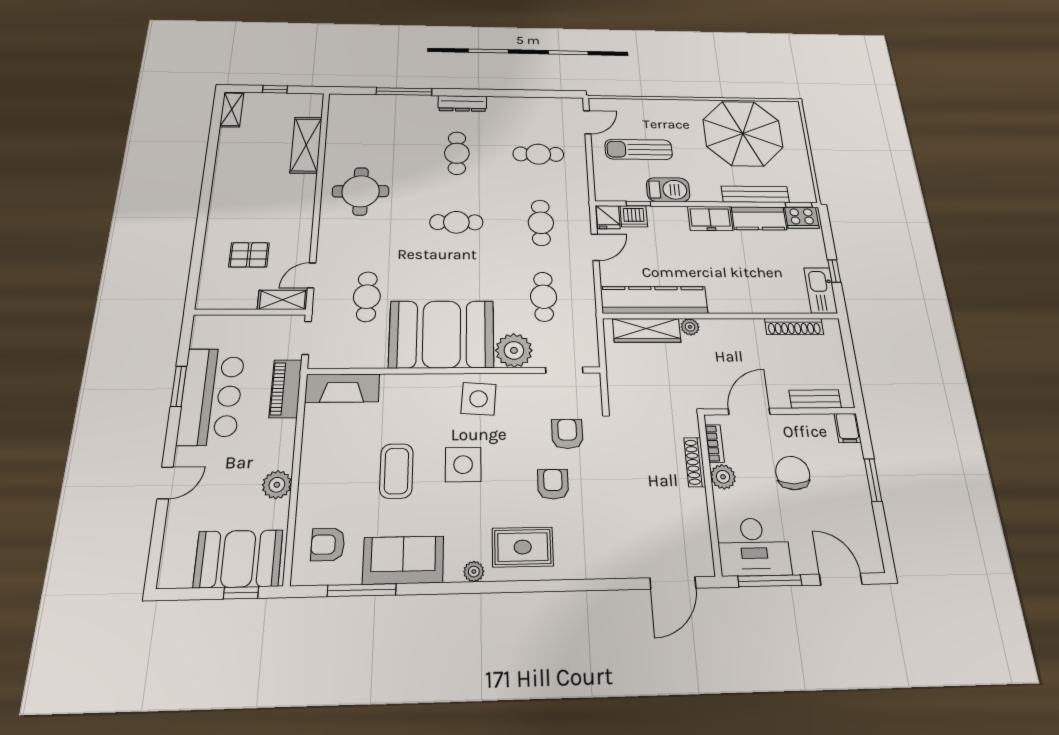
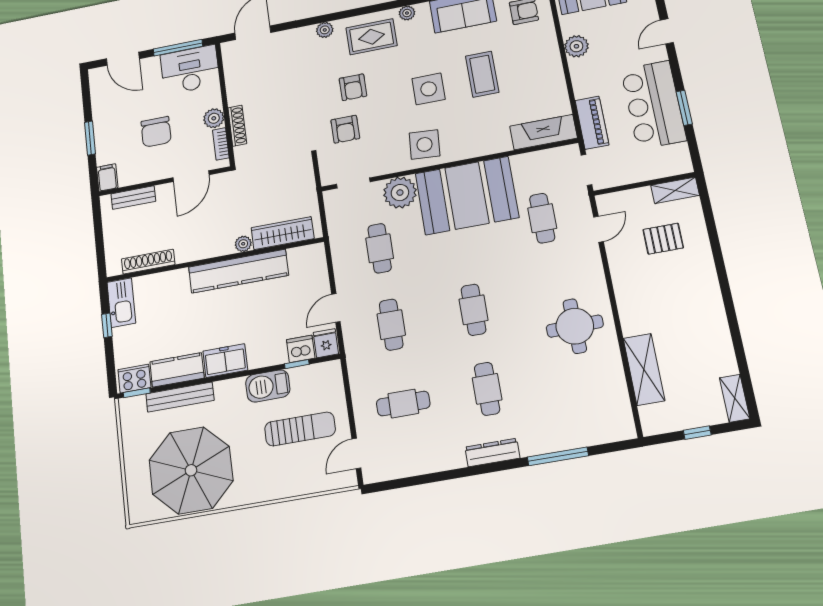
cafe table: (456, 222) -> (474, 310), turned 90
shelving: (283, 300) -> (675, 190), moved
kitchen counter: (654, 300) -> (239, 271), moved
plant: (581, 568) -> (325, 30), added

